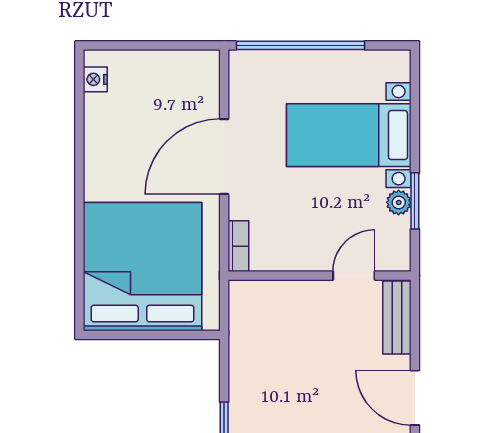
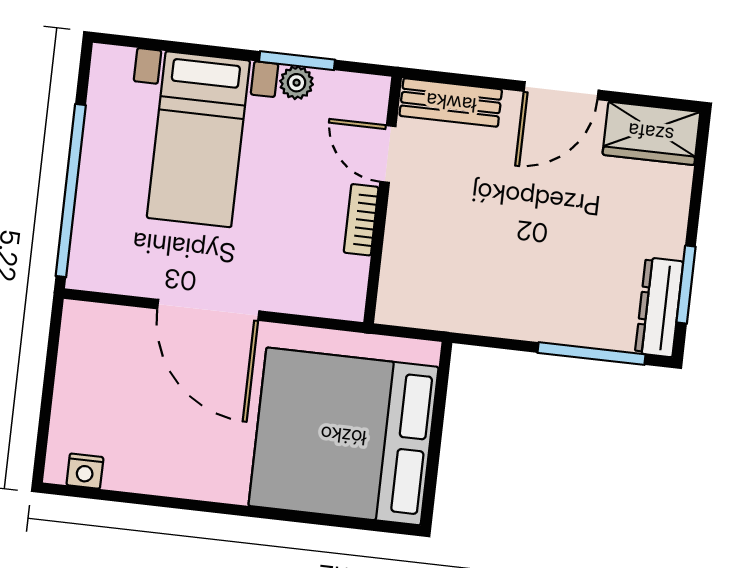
bookcase: (238, 246) -> (361, 220), moved, turned -90

